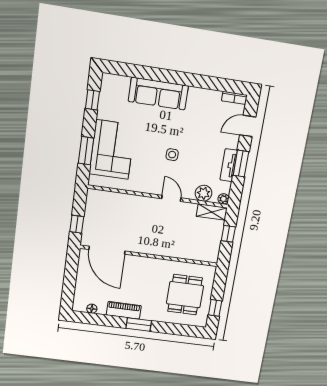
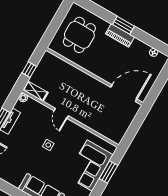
plant: (203, 193) -> (36, 108), removed
window: (77, 224) -> (138, 122), removed
door: (107, 250) -> (124, 93), hinge flipped
window: (215, 308) -> (61, 15), removed
piano: (124, 310) -> (120, 35), moved

